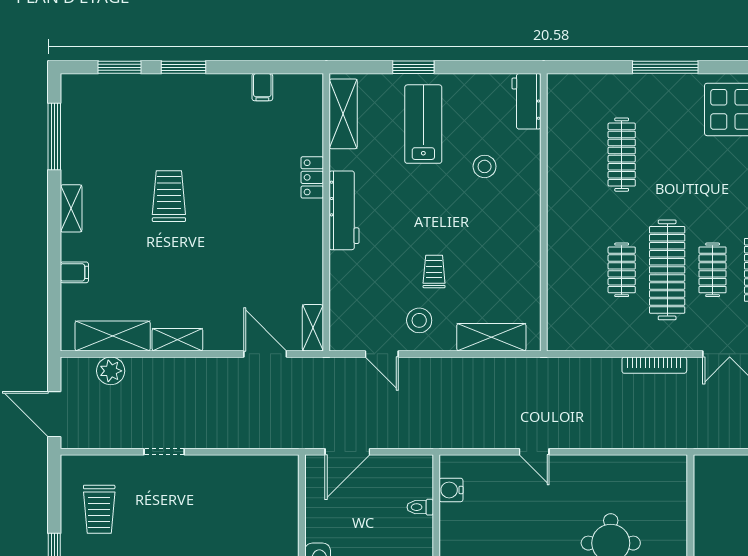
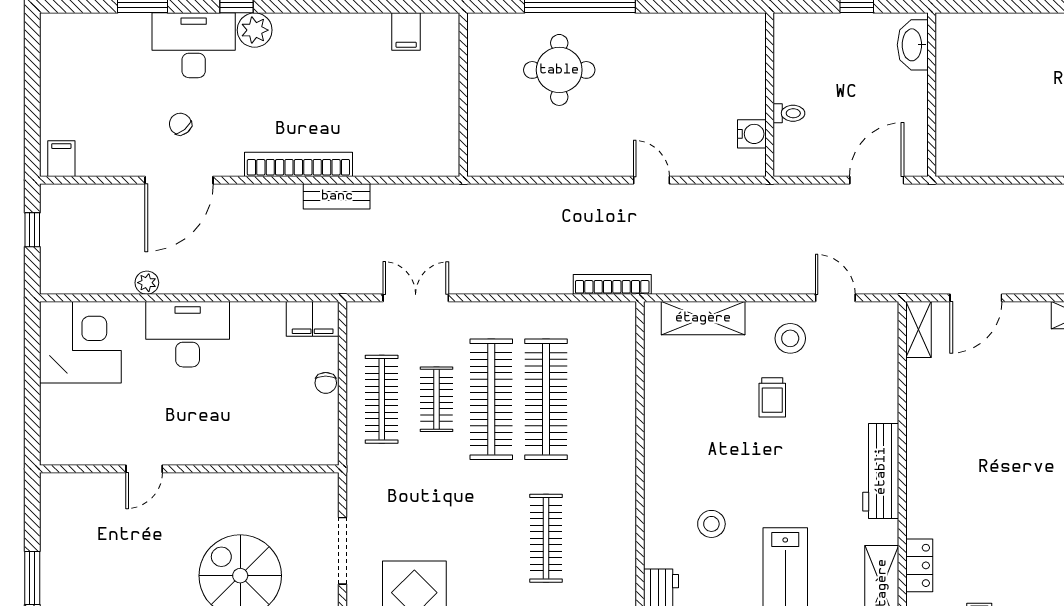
locker: (312, 177) -> (919, 565), moved
clothes rail: (622, 270) -> (546, 399), width x1.86, depth x1.31
door: (265, 354) -> (976, 298), hinge flipped
bookcase: (654, 365) -> (612, 284), moved

